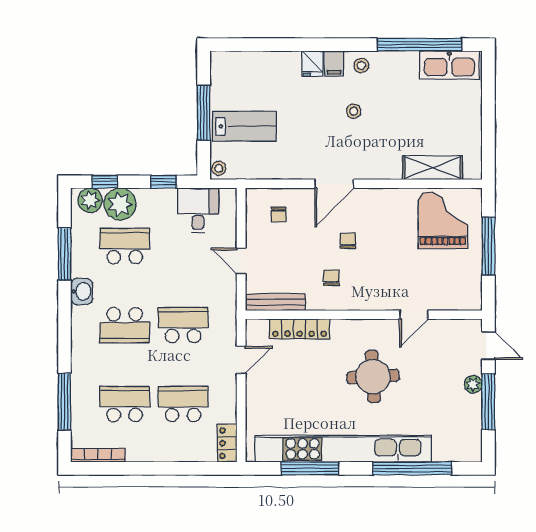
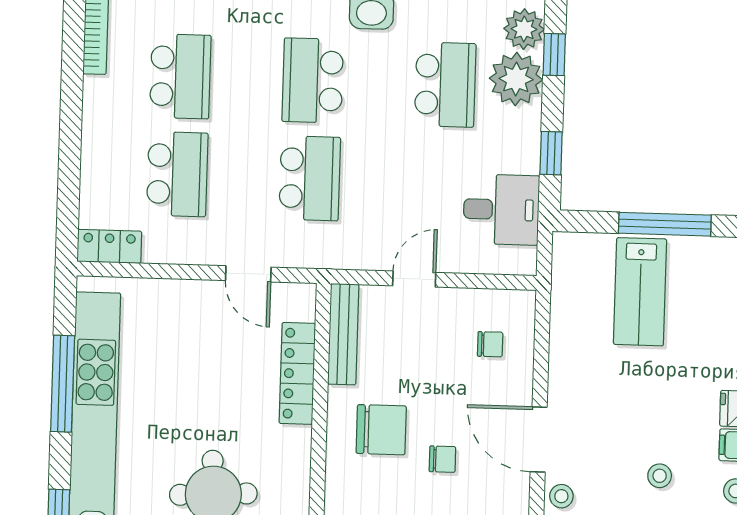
stool: (219, 168) -> (561, 496), moved
chair: (278, 215) -> (490, 344), turned 180
chair: (331, 278) -> (381, 430), width x1.87, depth x1.87

